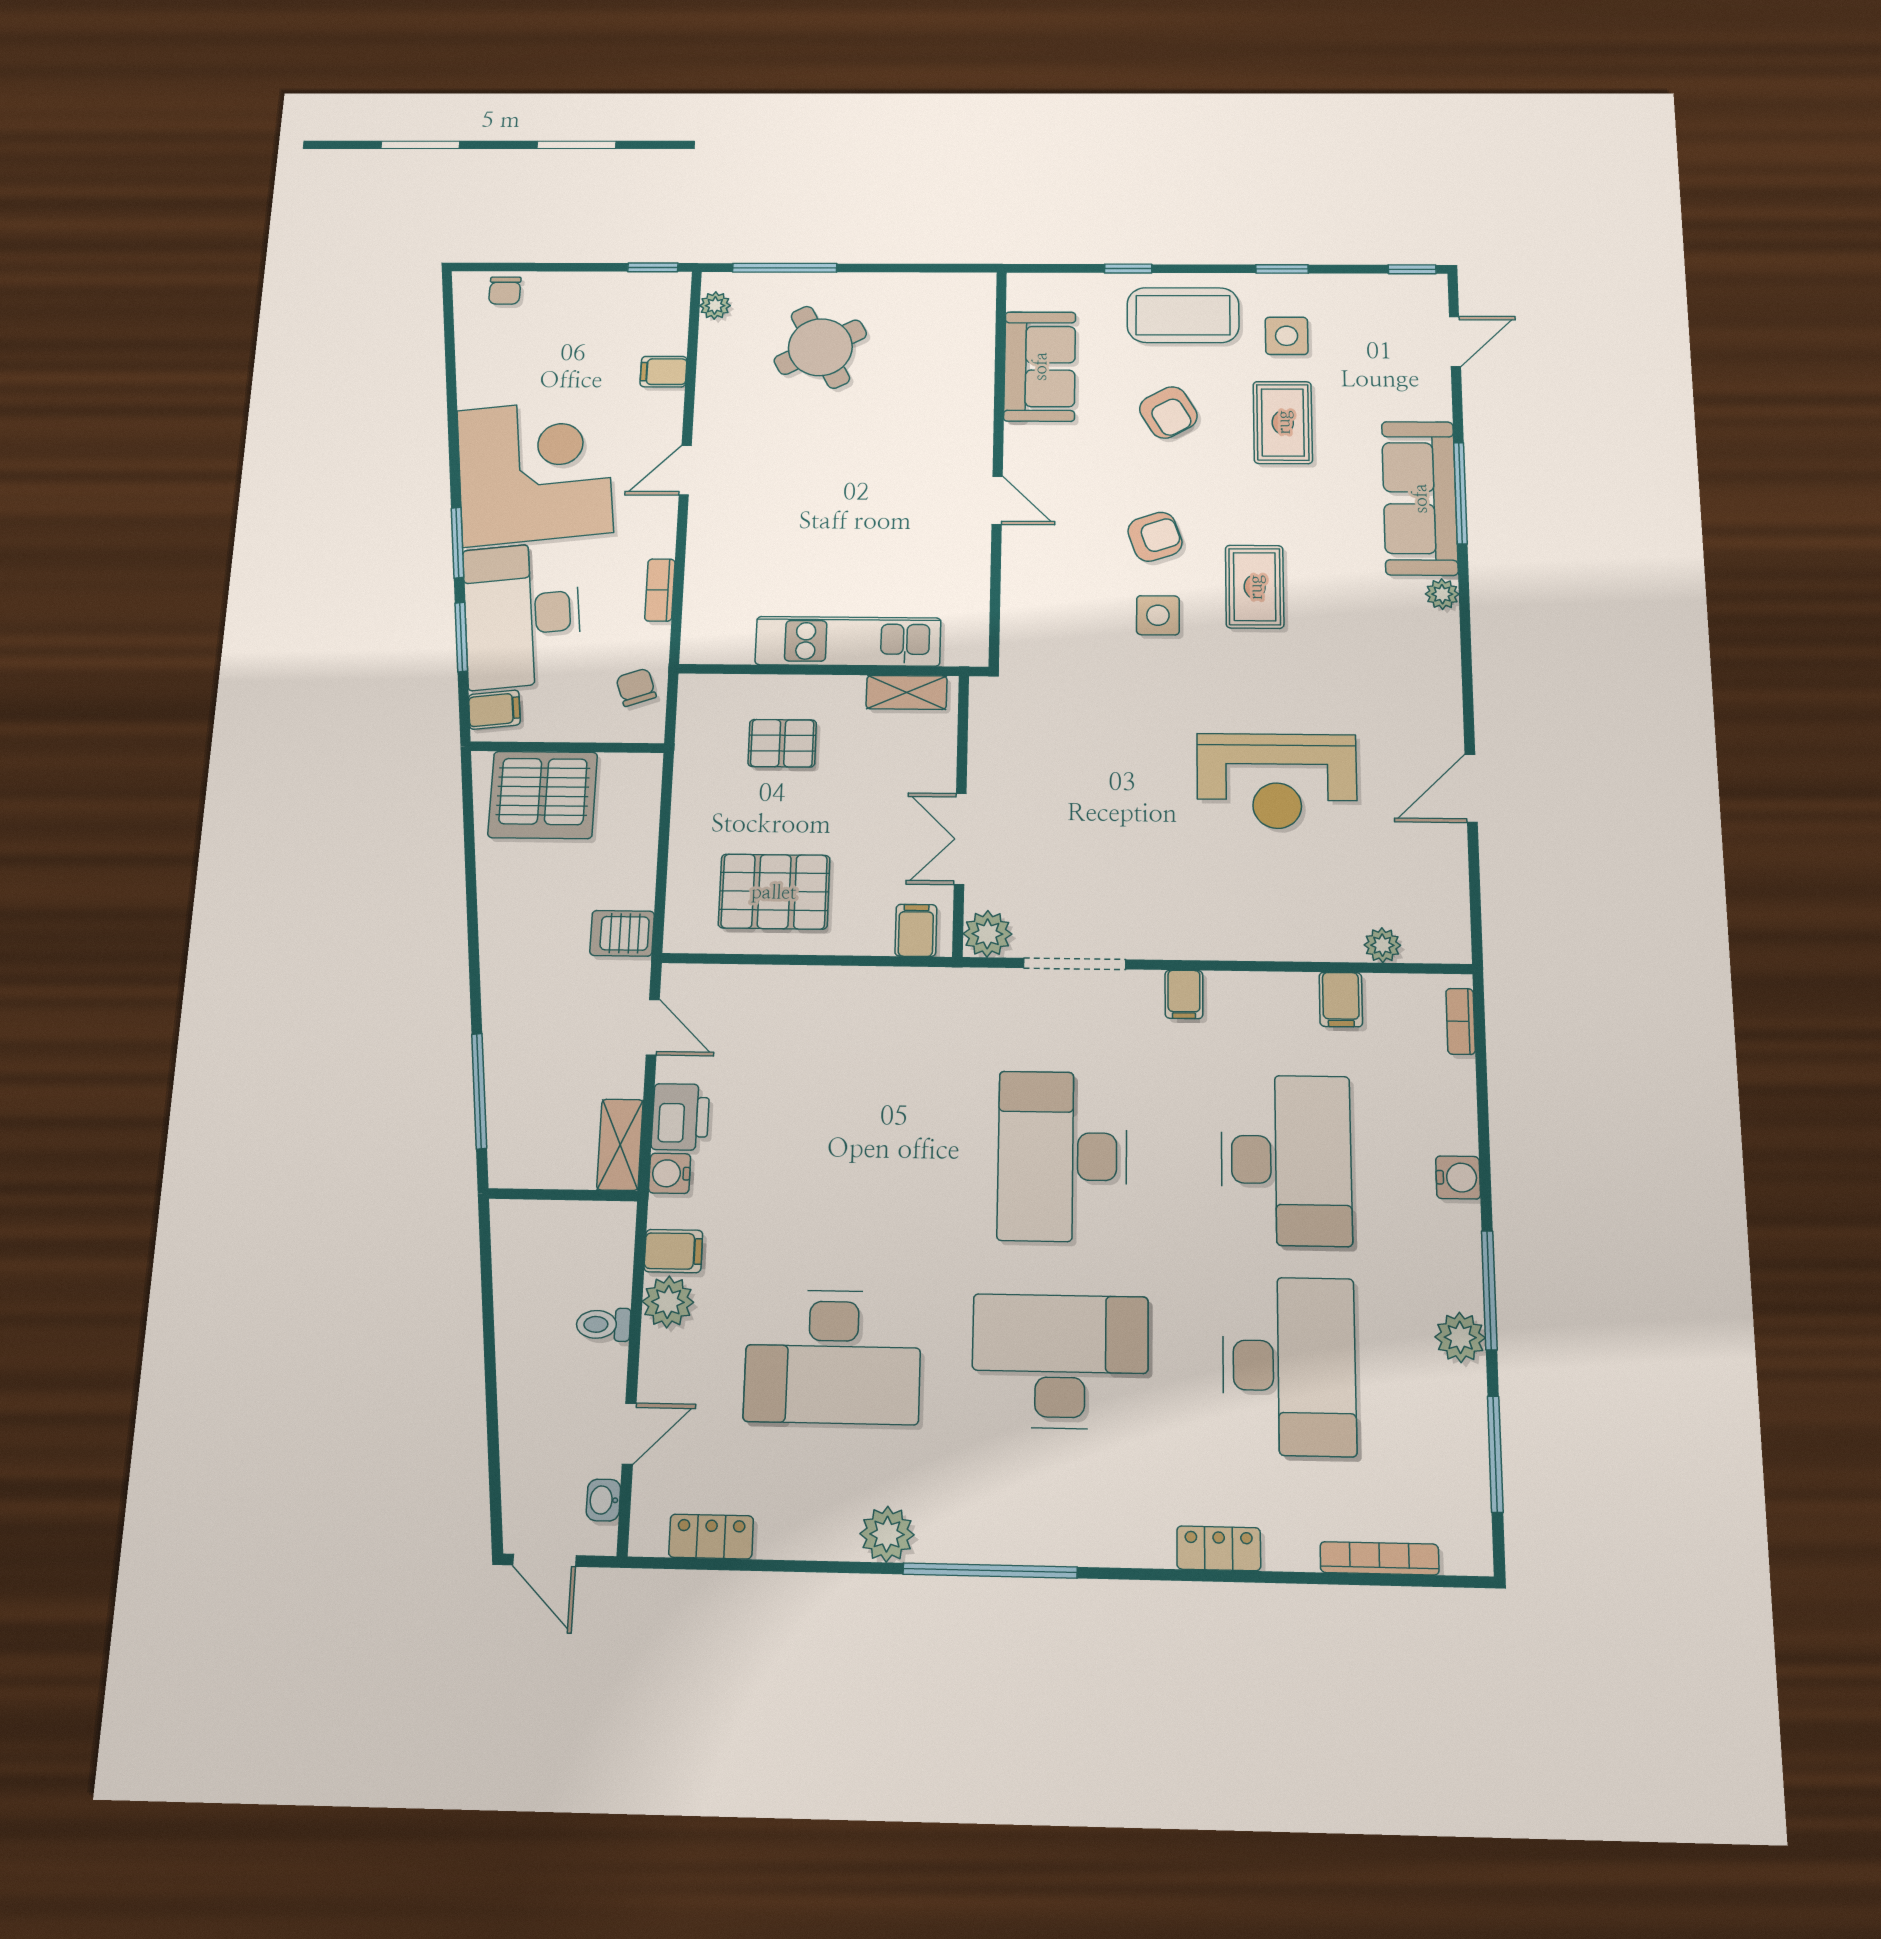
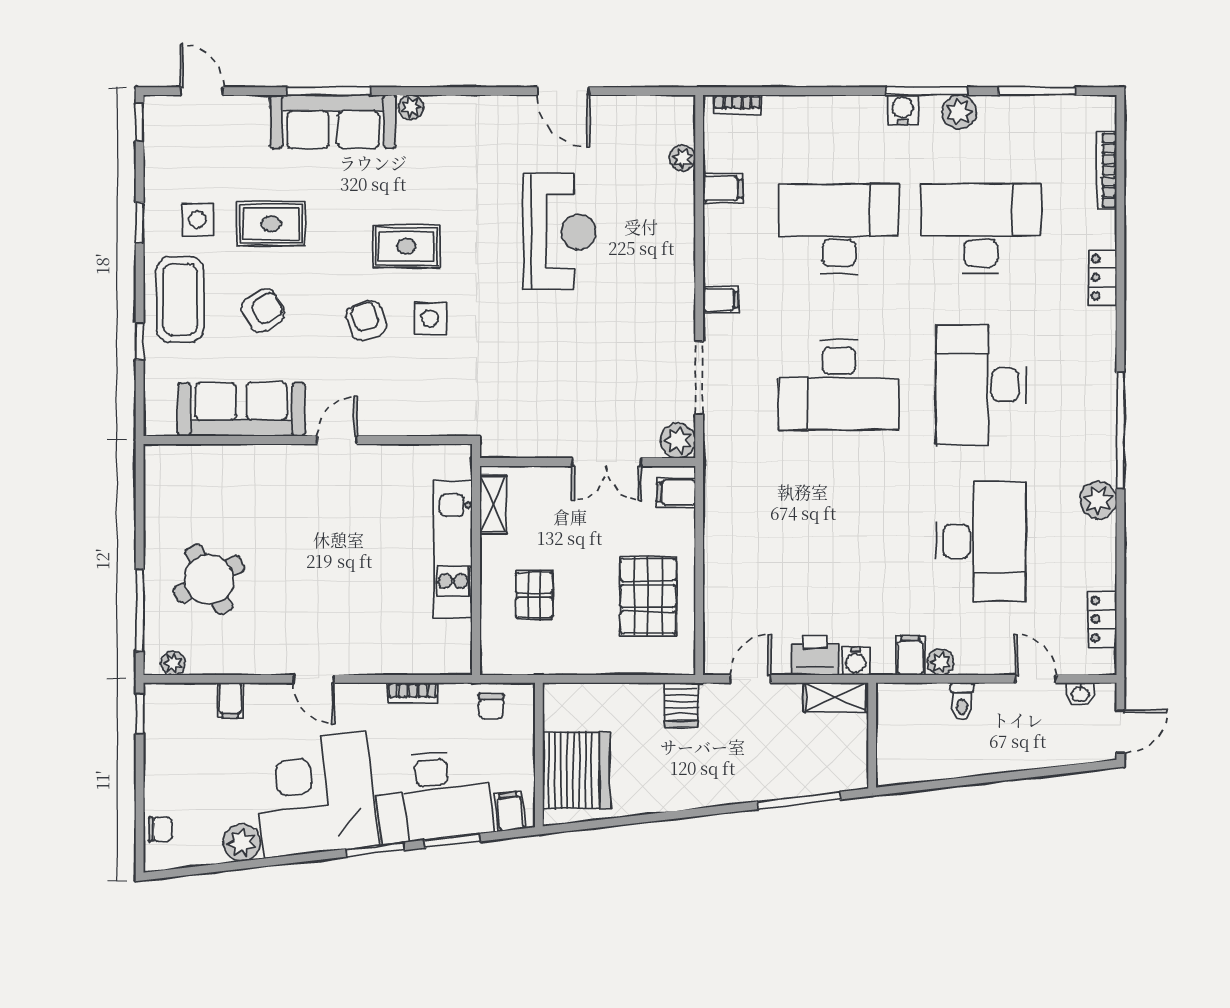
sofa: (1040, 366) -> (241, 409), width x1.36
plant: (480, 384) -> (242, 843), added
chair: (636, 687) -> (491, 706), turned -71
water cooler: (1458, 1178) -> (903, 110), moved
plant: (668, 1302) -> (941, 662), width x0.73, depth x0.73

